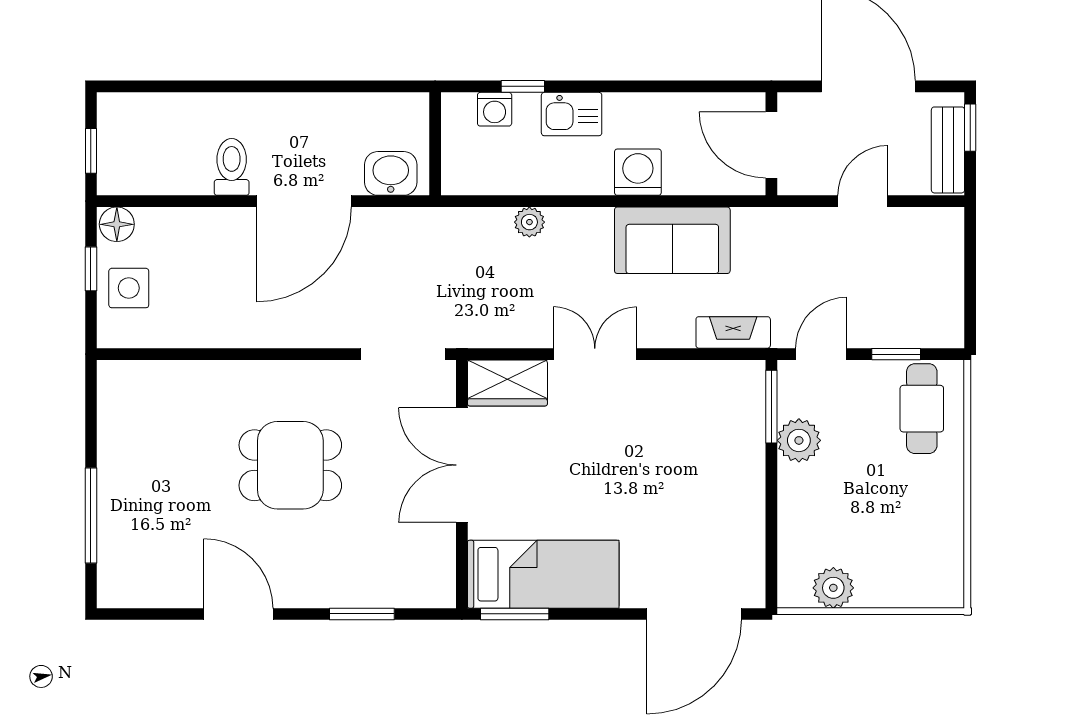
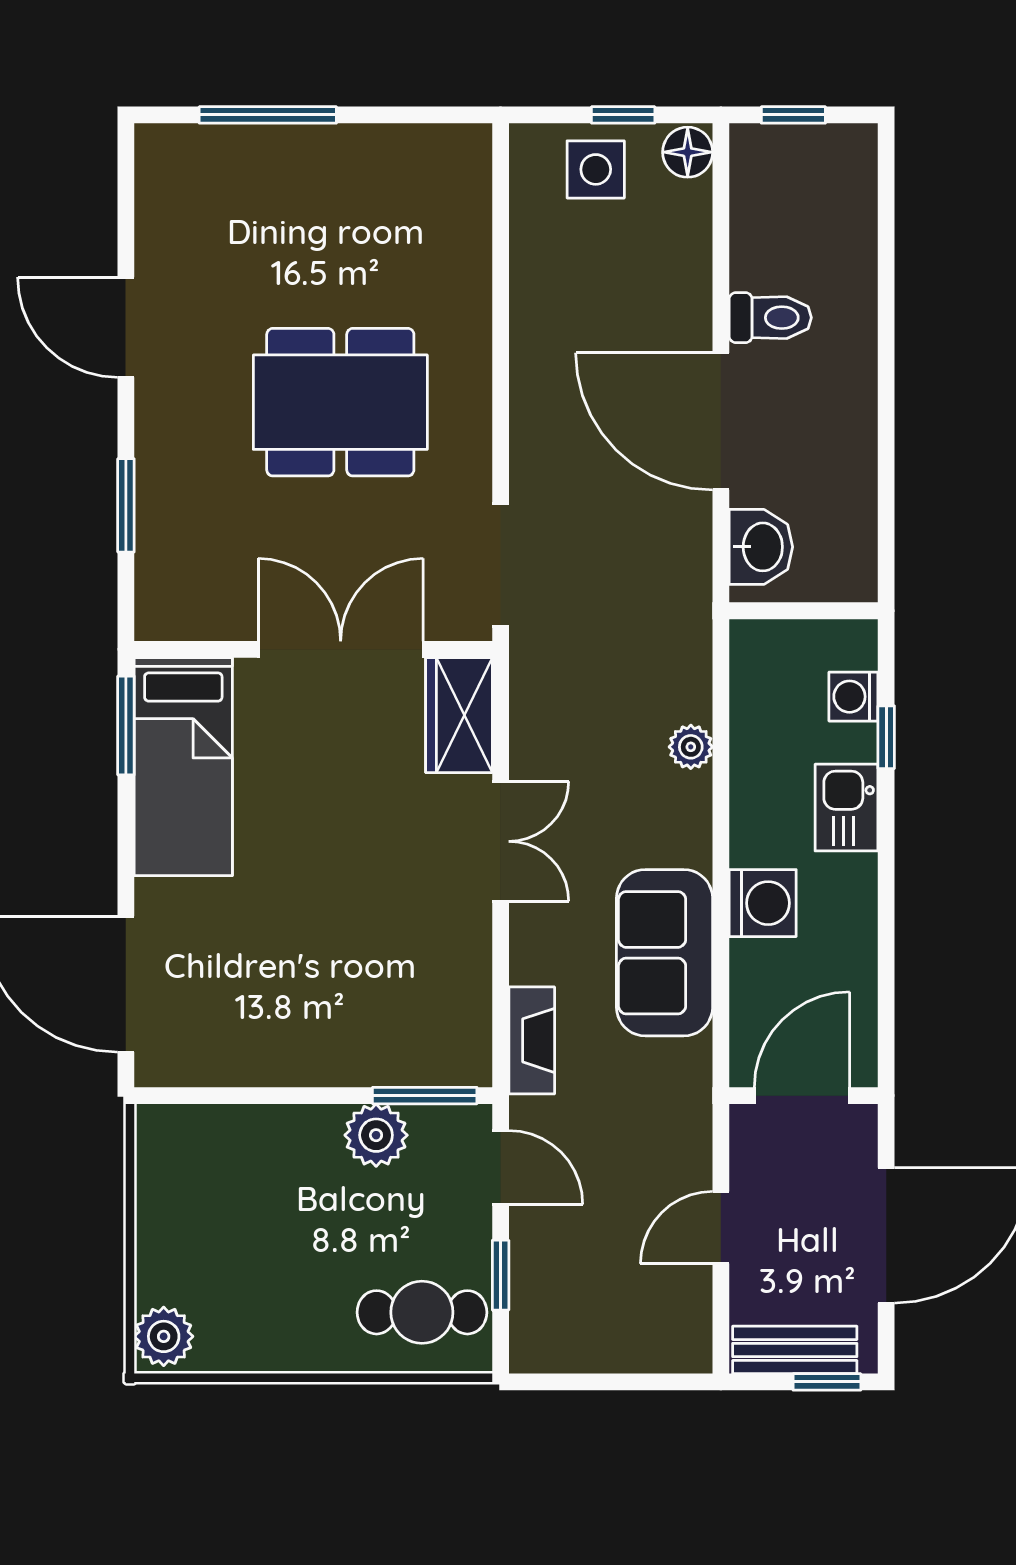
door: (863, 201) -> (721, 1227), swing flipped
dining table: (290, 465) -> (340, 402), width x1.38
plant: (833, 588) -> (164, 1336), moved
door: (238, 614) -> (126, 327), swing flipped

